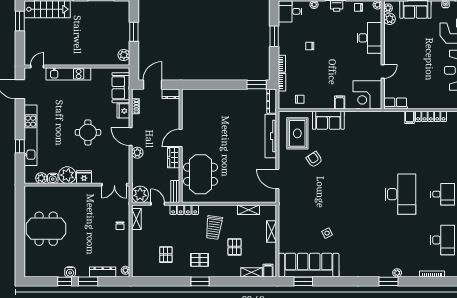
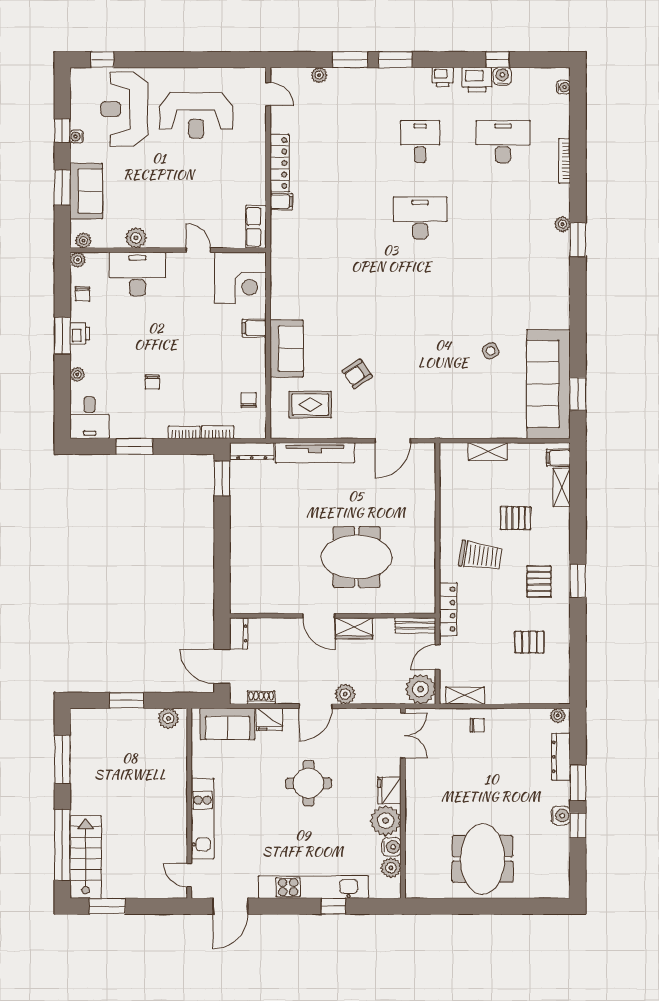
plant: (390, 19) -> (136, 238), moved
rug: (297, 133) -> (310, 405), width x0.73, depth x0.70
meeting table: (200, 174) -> (357, 557), moved
desk: (400, 194) -> (420, 218), width x0.73, depth x0.77
shelving: (249, 210) -> (448, 493), removed

